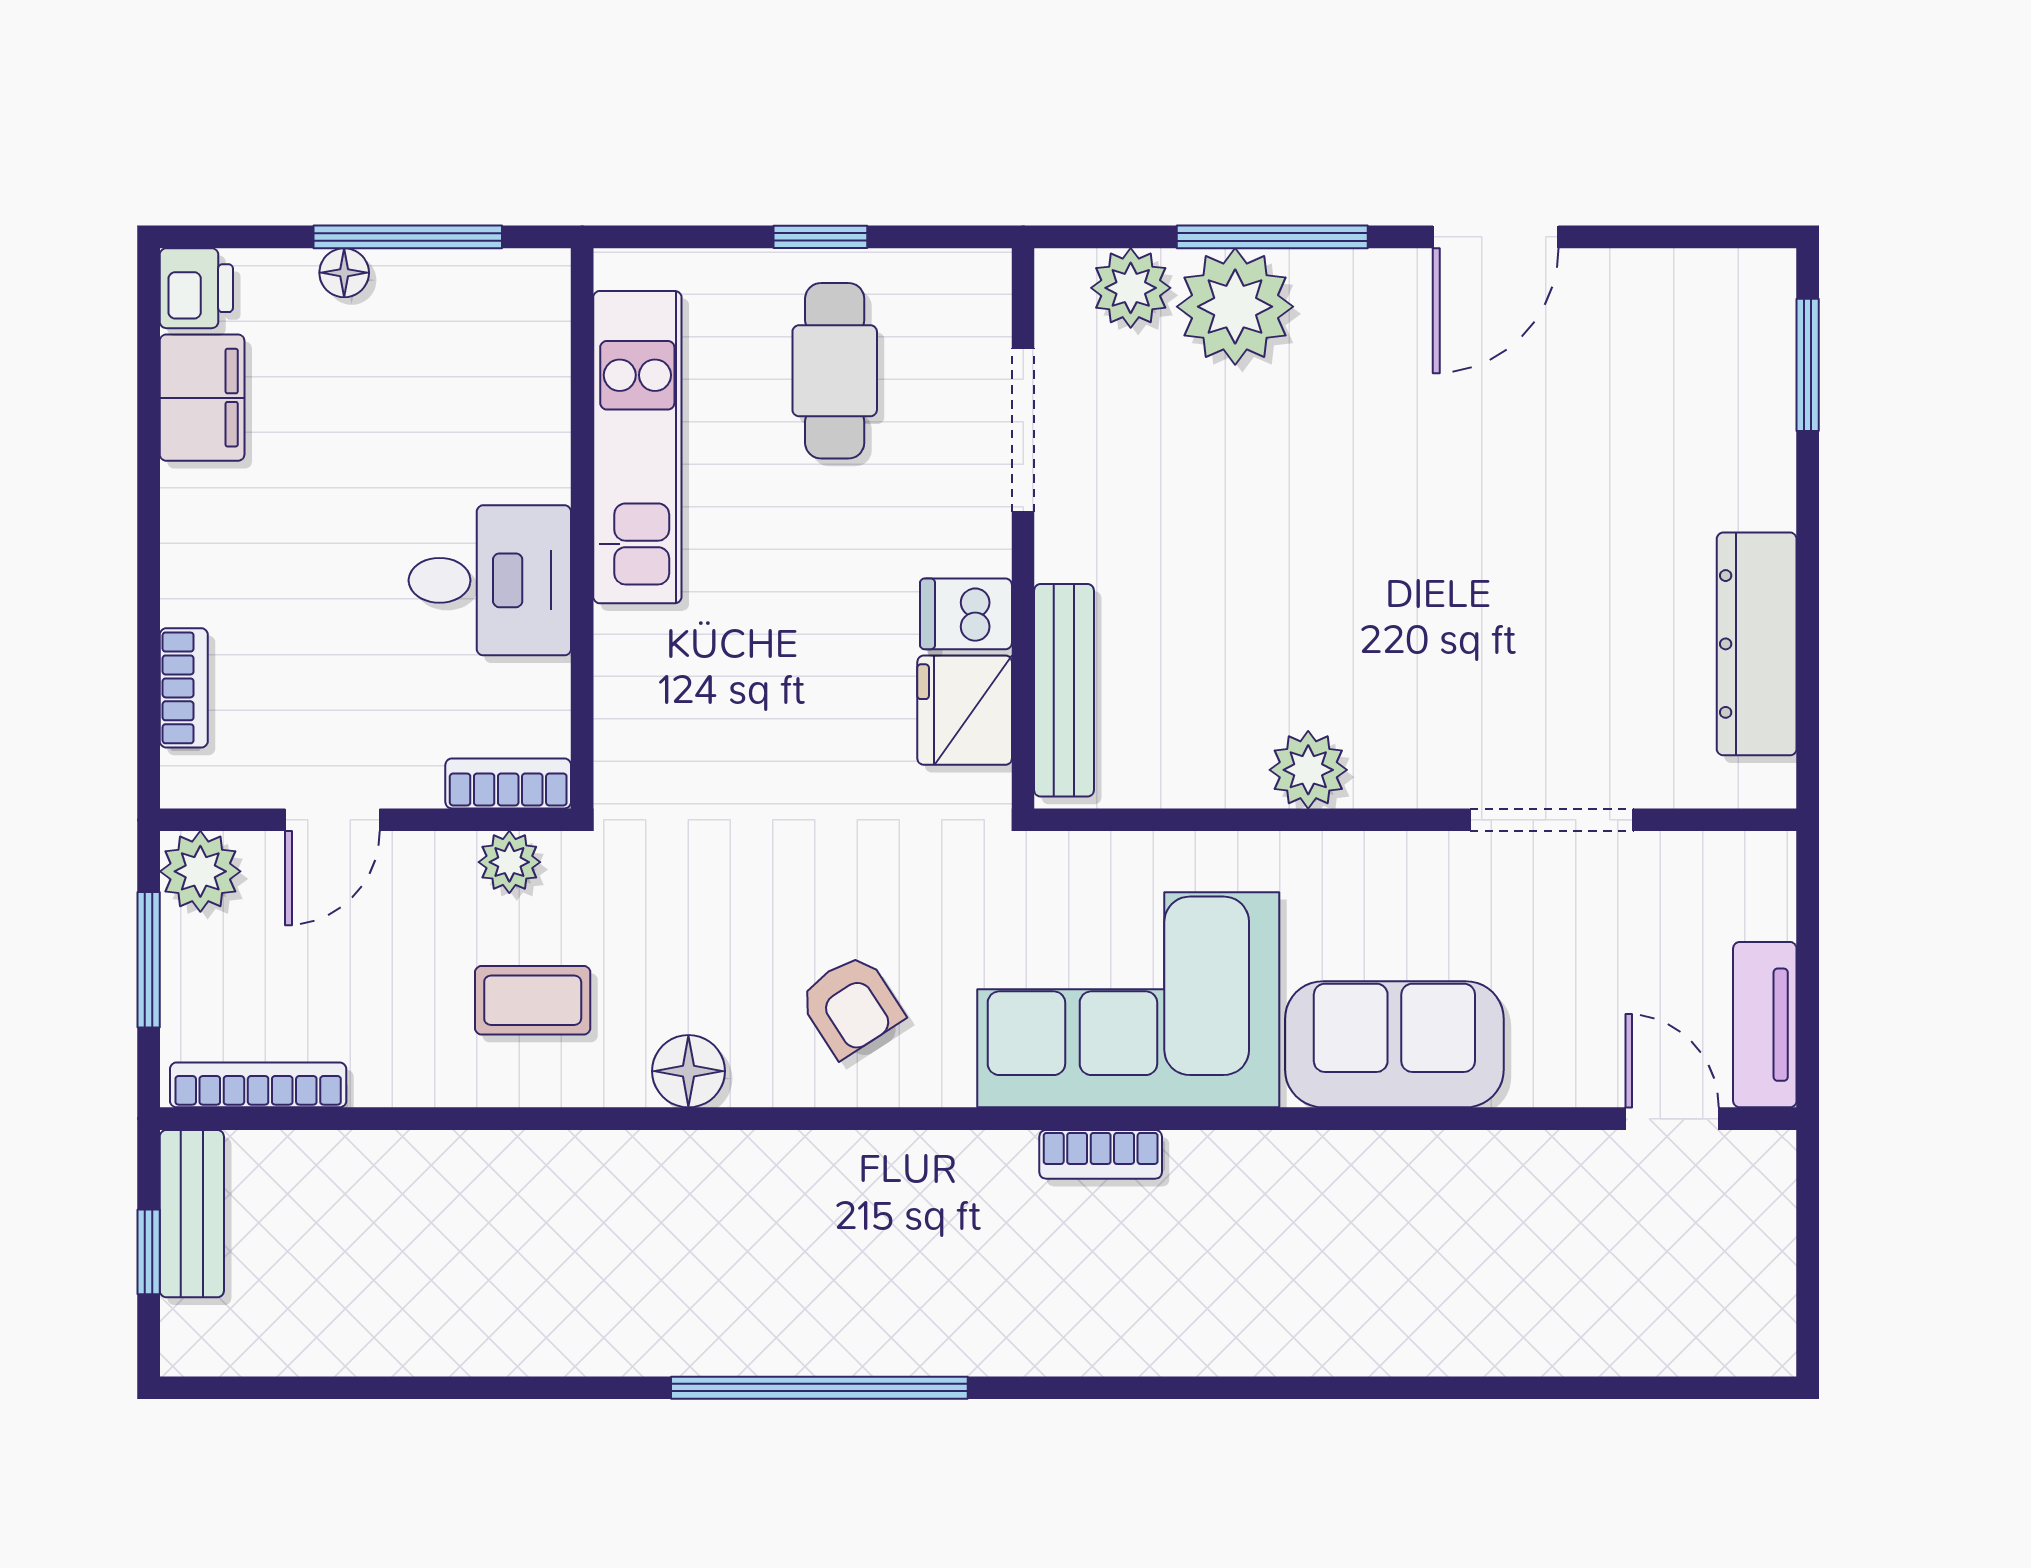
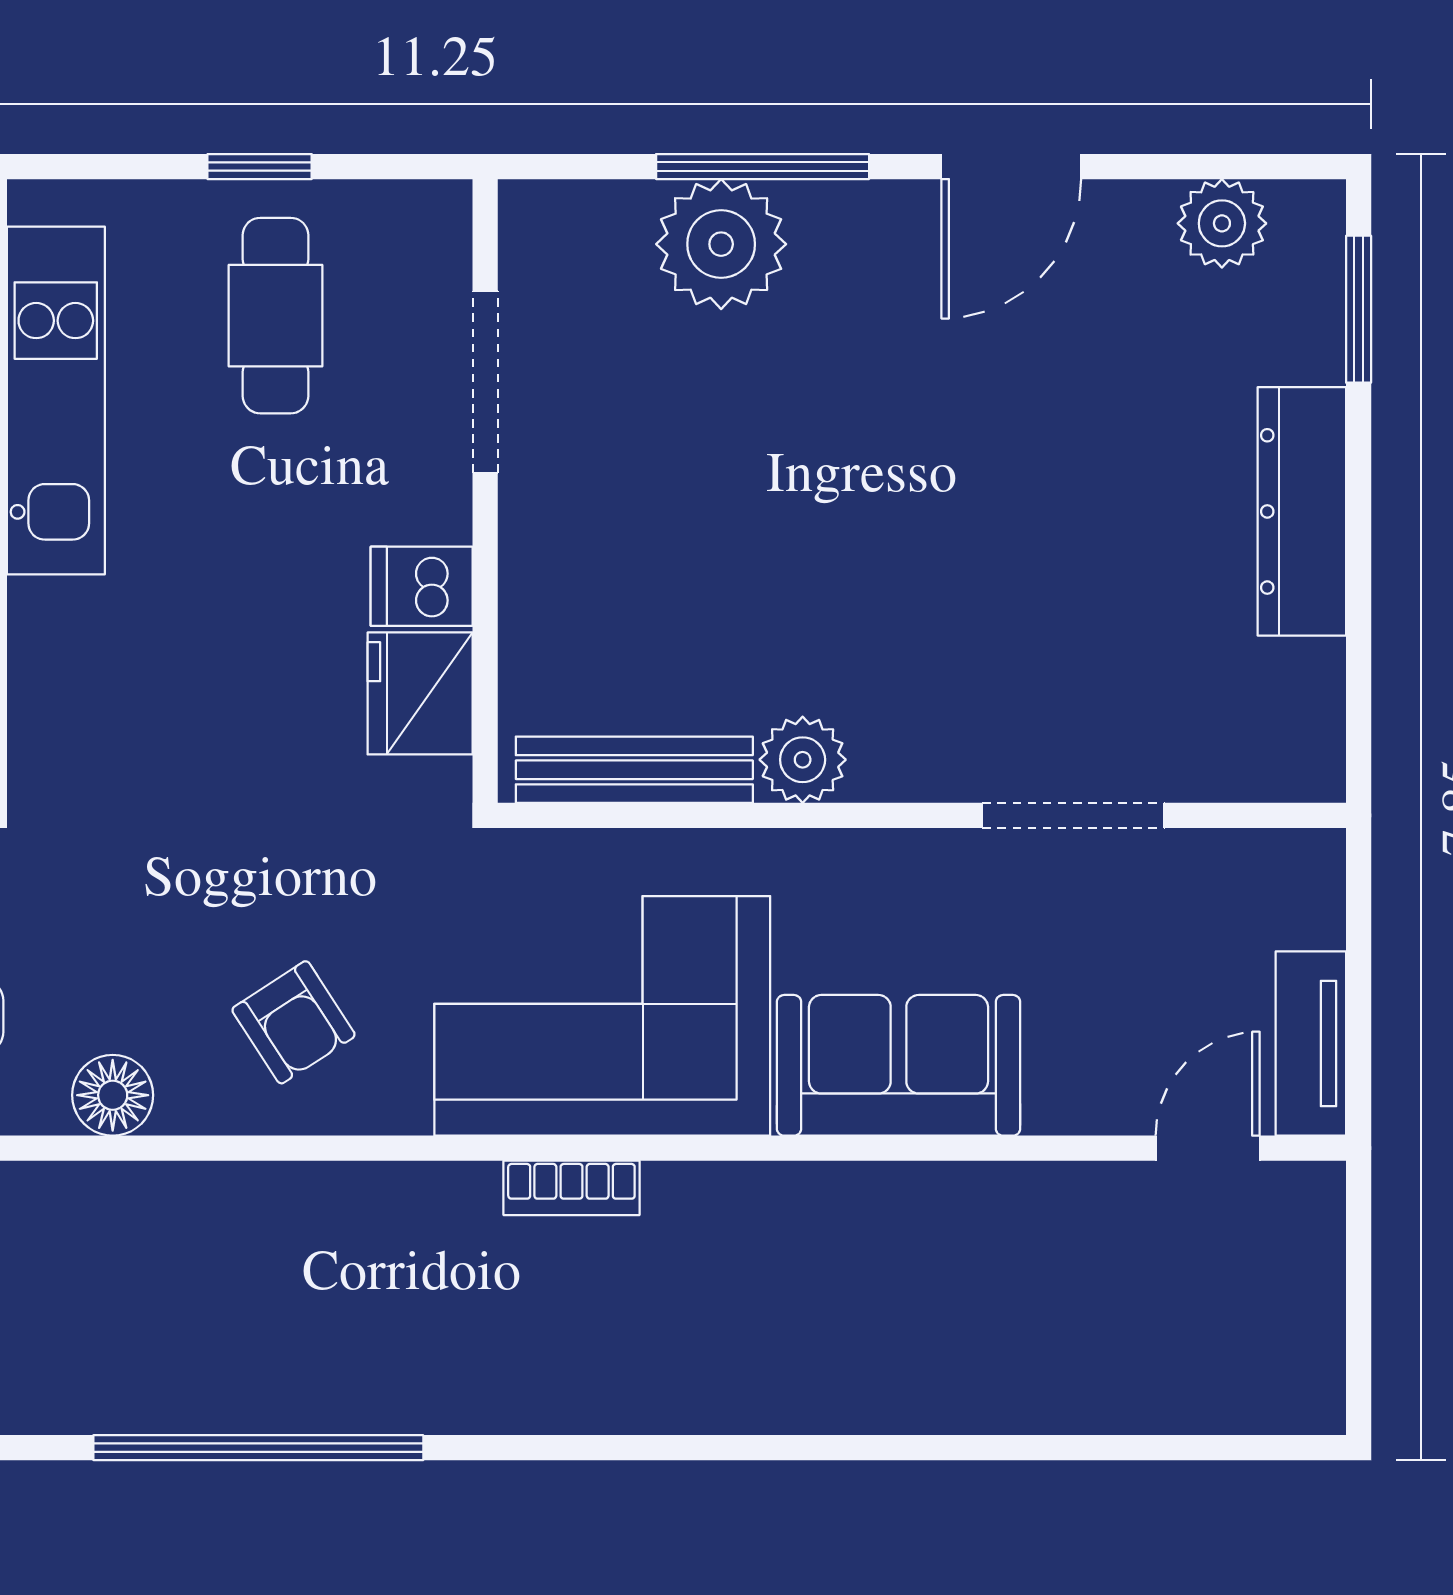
plant: (1131, 288) -> (1222, 223), moved
dresser: (1757, 644) -> (1302, 511), moved
bench: (1064, 690) -> (634, 770), moved, turned 90
door: (1672, 1119) -> (1208, 1148), hinge flipped

